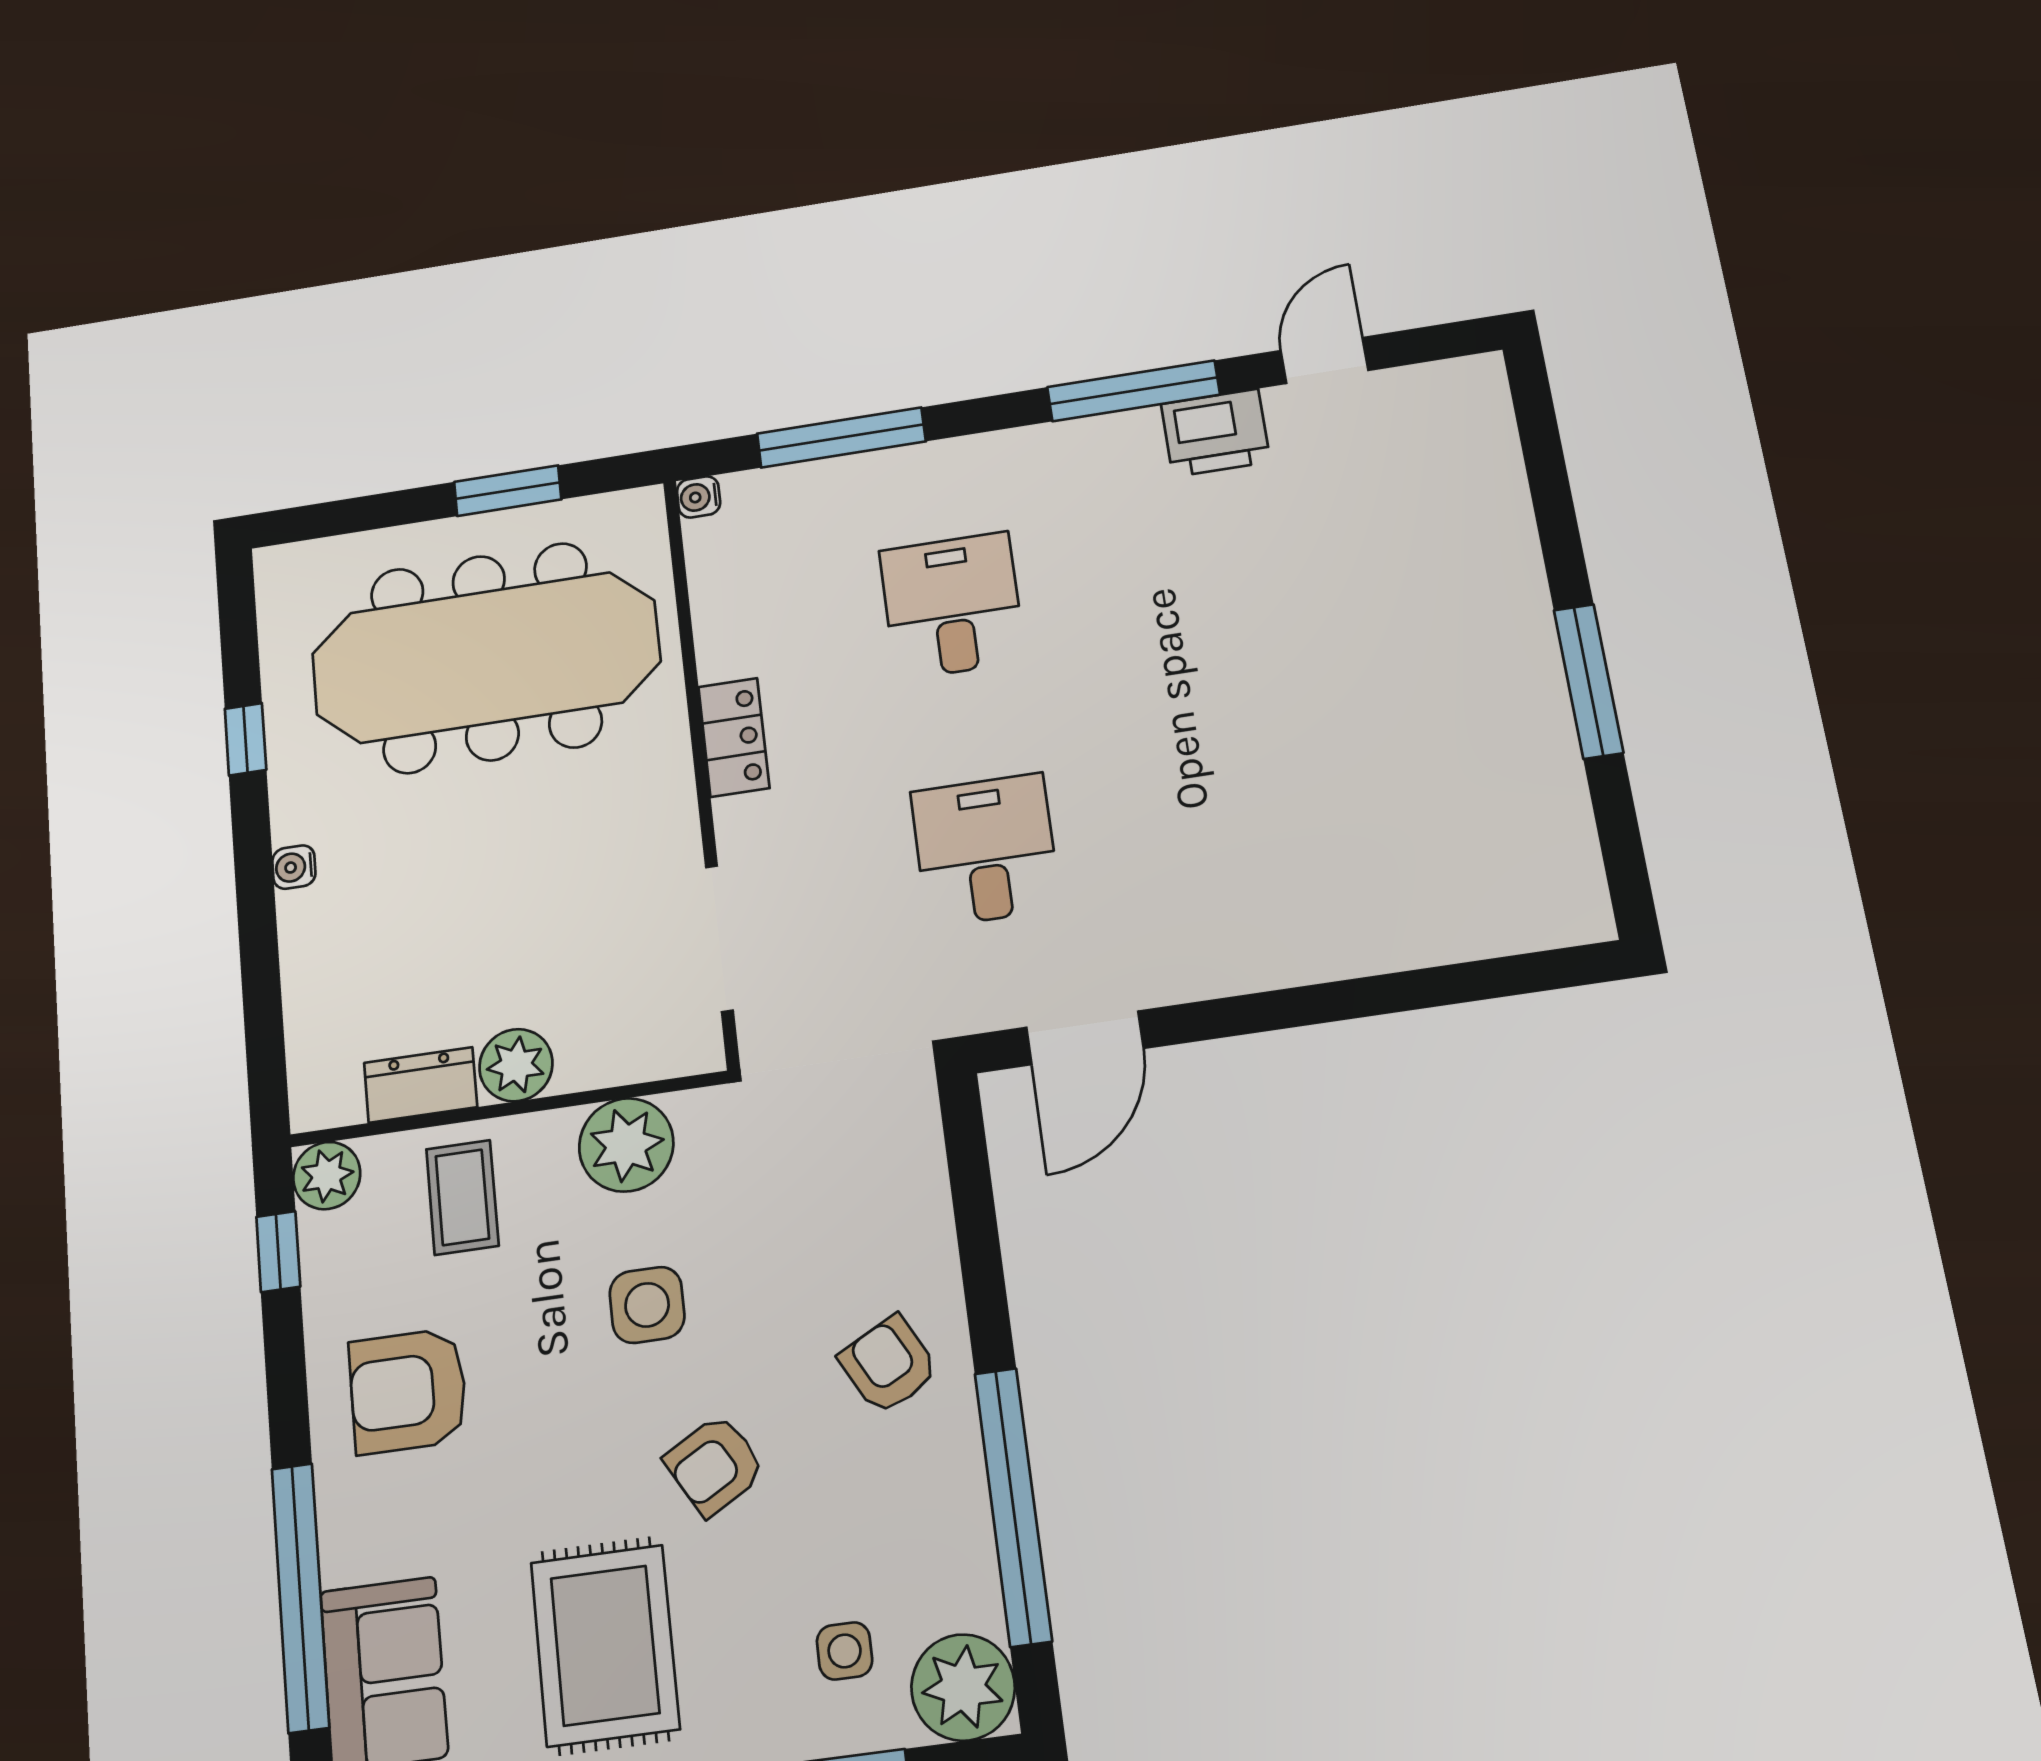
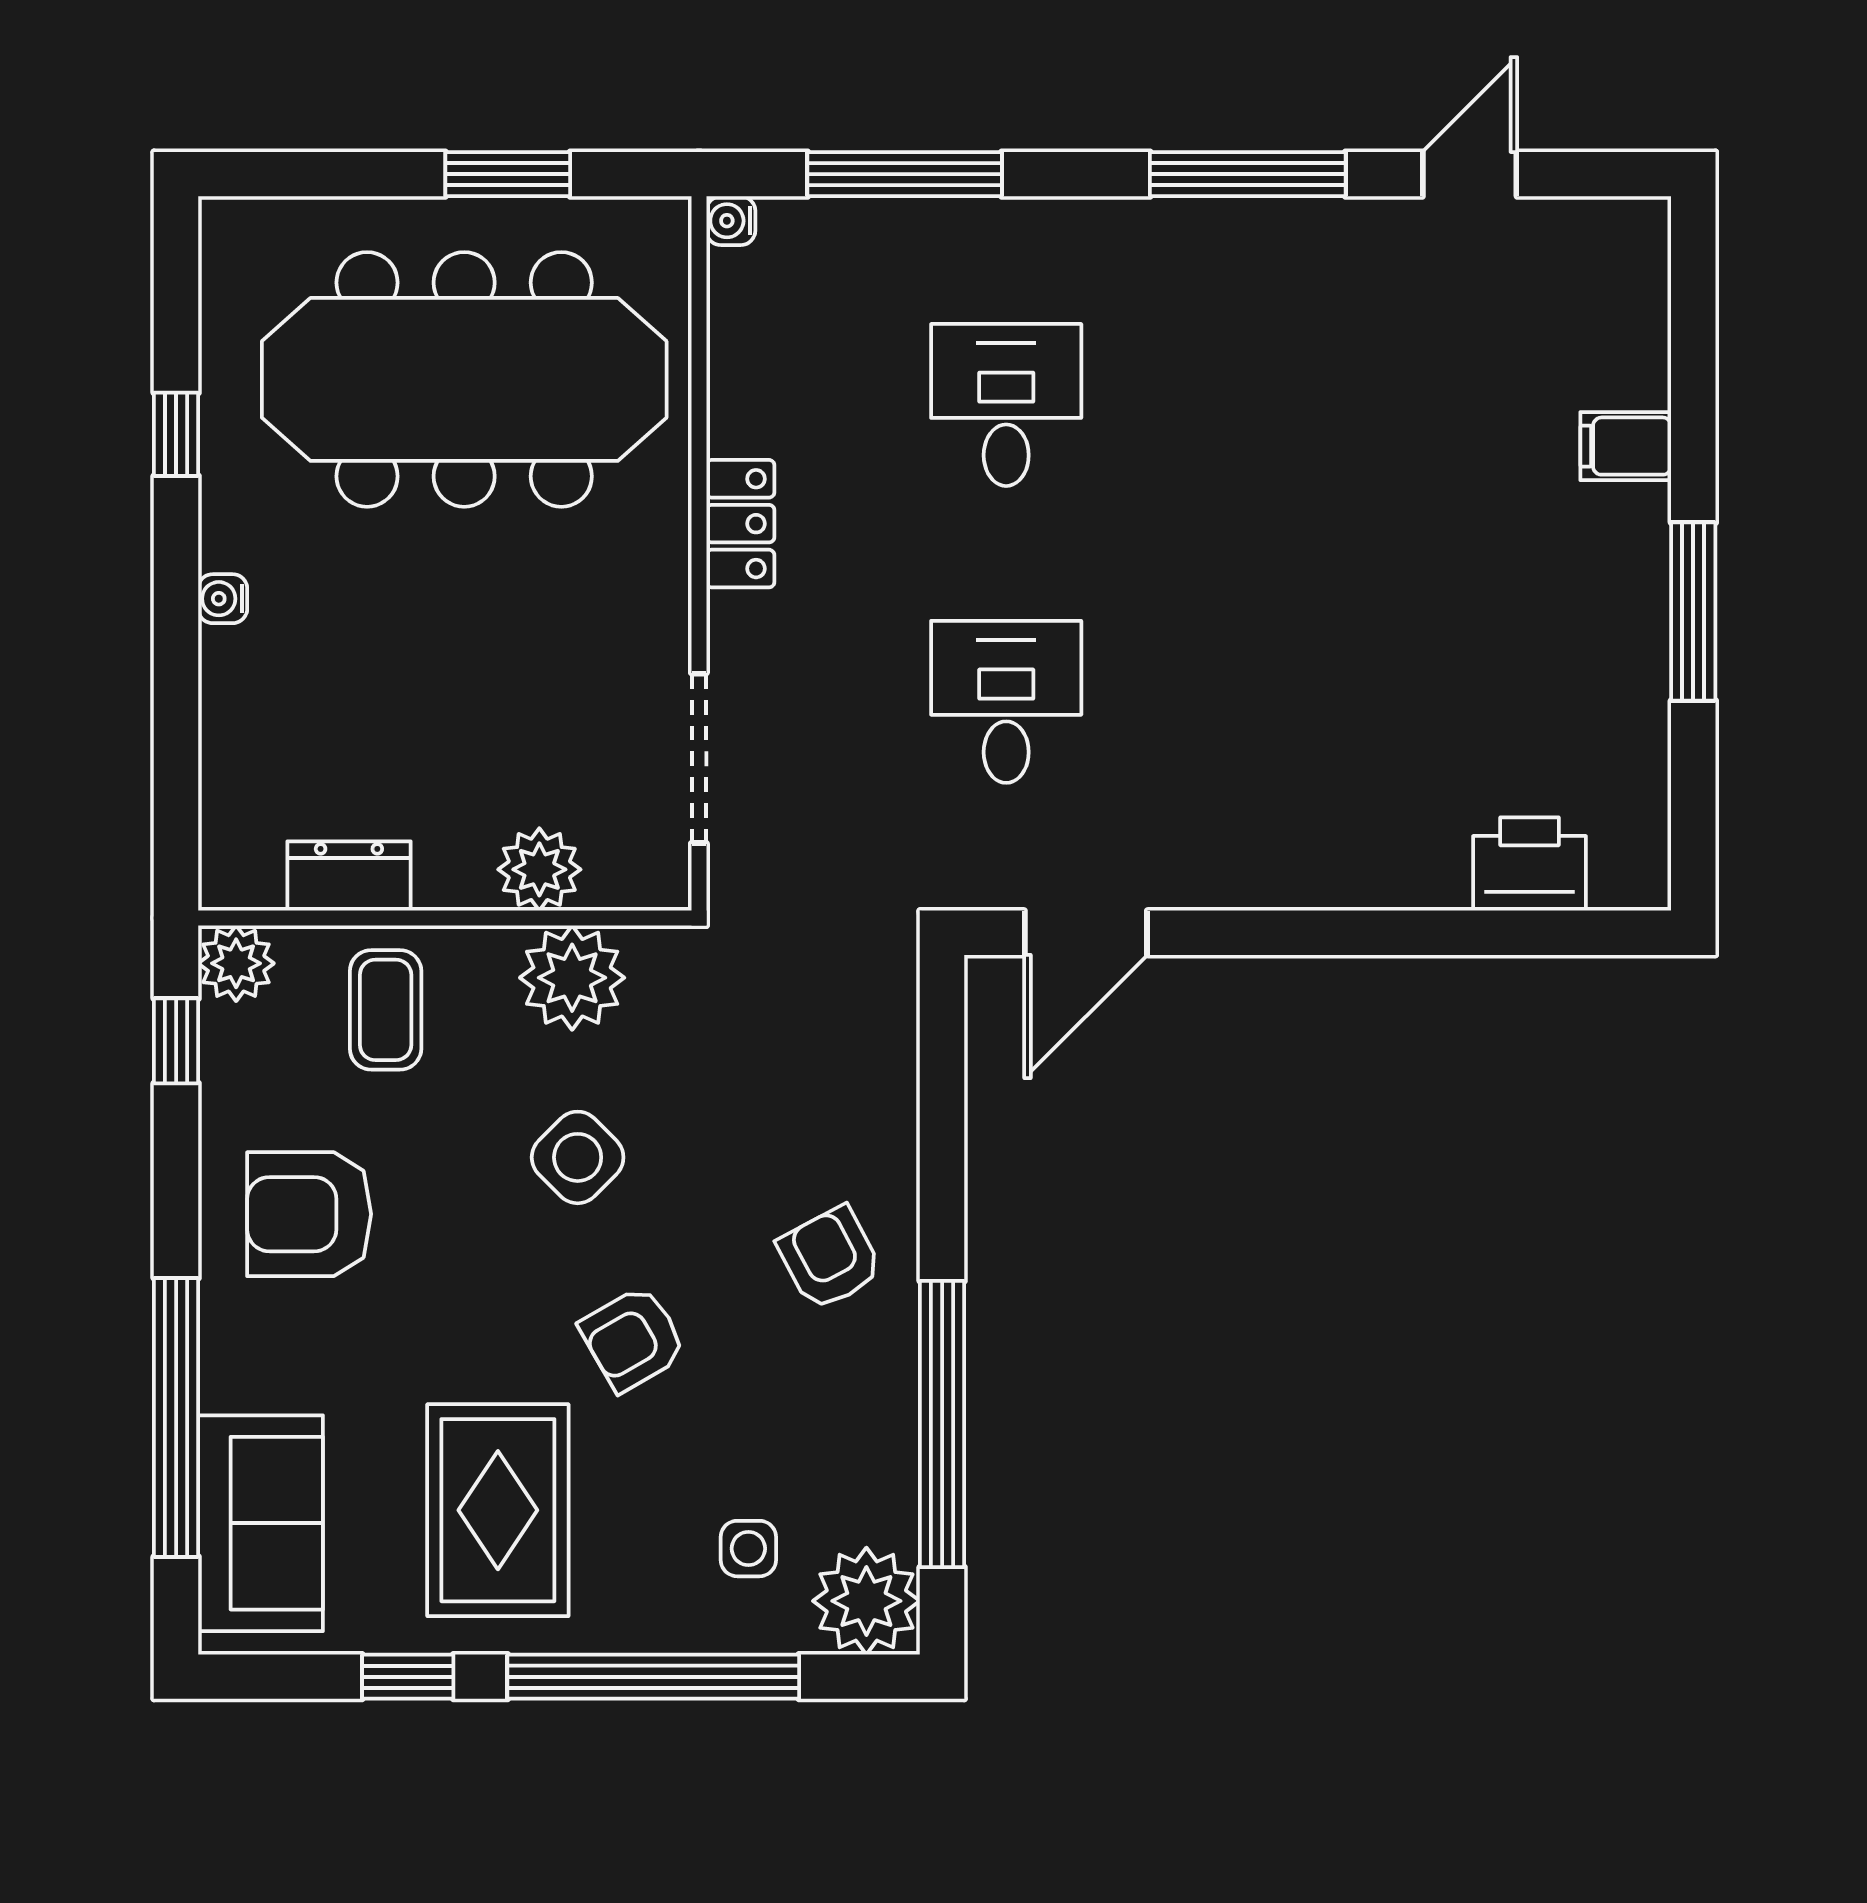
printer: (1216, 433) -> (1530, 864), moved, turned 180
filing cabinet: (1501, 554) -> (1626, 446), added
plant: (516, 1065) -> (539, 869), moved
side table: (647, 1305) -> (578, 1157), turned 45

